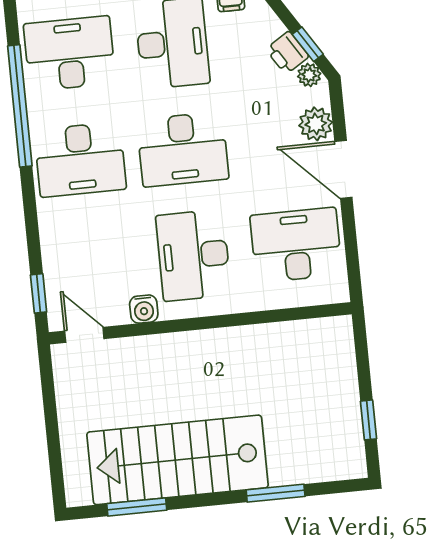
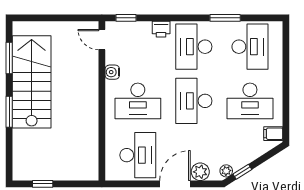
printer: (287, 53) -> (161, 29), moved, turned -147
window: (20, 106) -> (225, 18), width x0.47
desk: (193, 255) -> (138, 101), turned 180
door: (84, 335) -> (102, 40), swing flipped
window: (276, 493) -> (9, 112), moved

